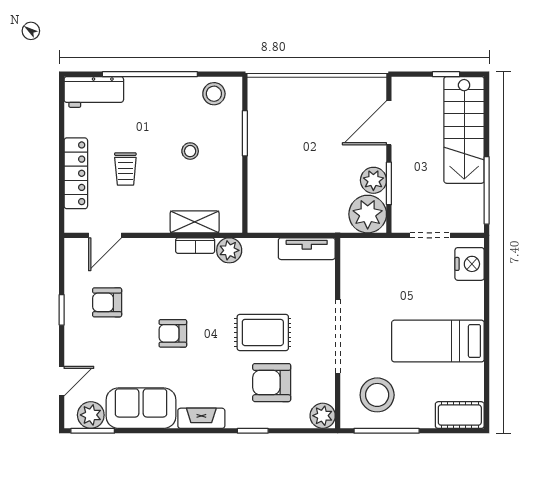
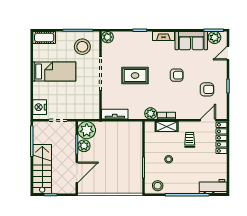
trolley: (125, 169) -> (190, 140), moved
locker: (76, 173) -> (221, 138), moved
armchair: (272, 383) -> (131, 52), removed

